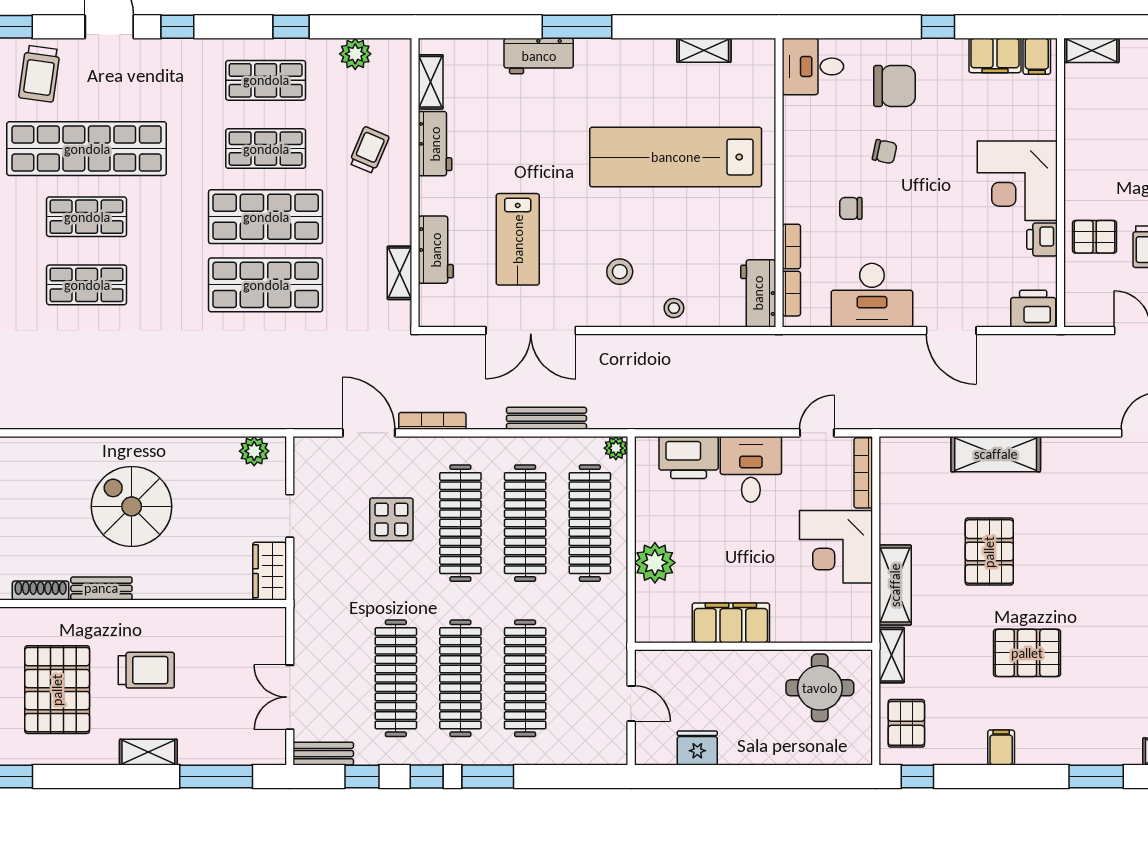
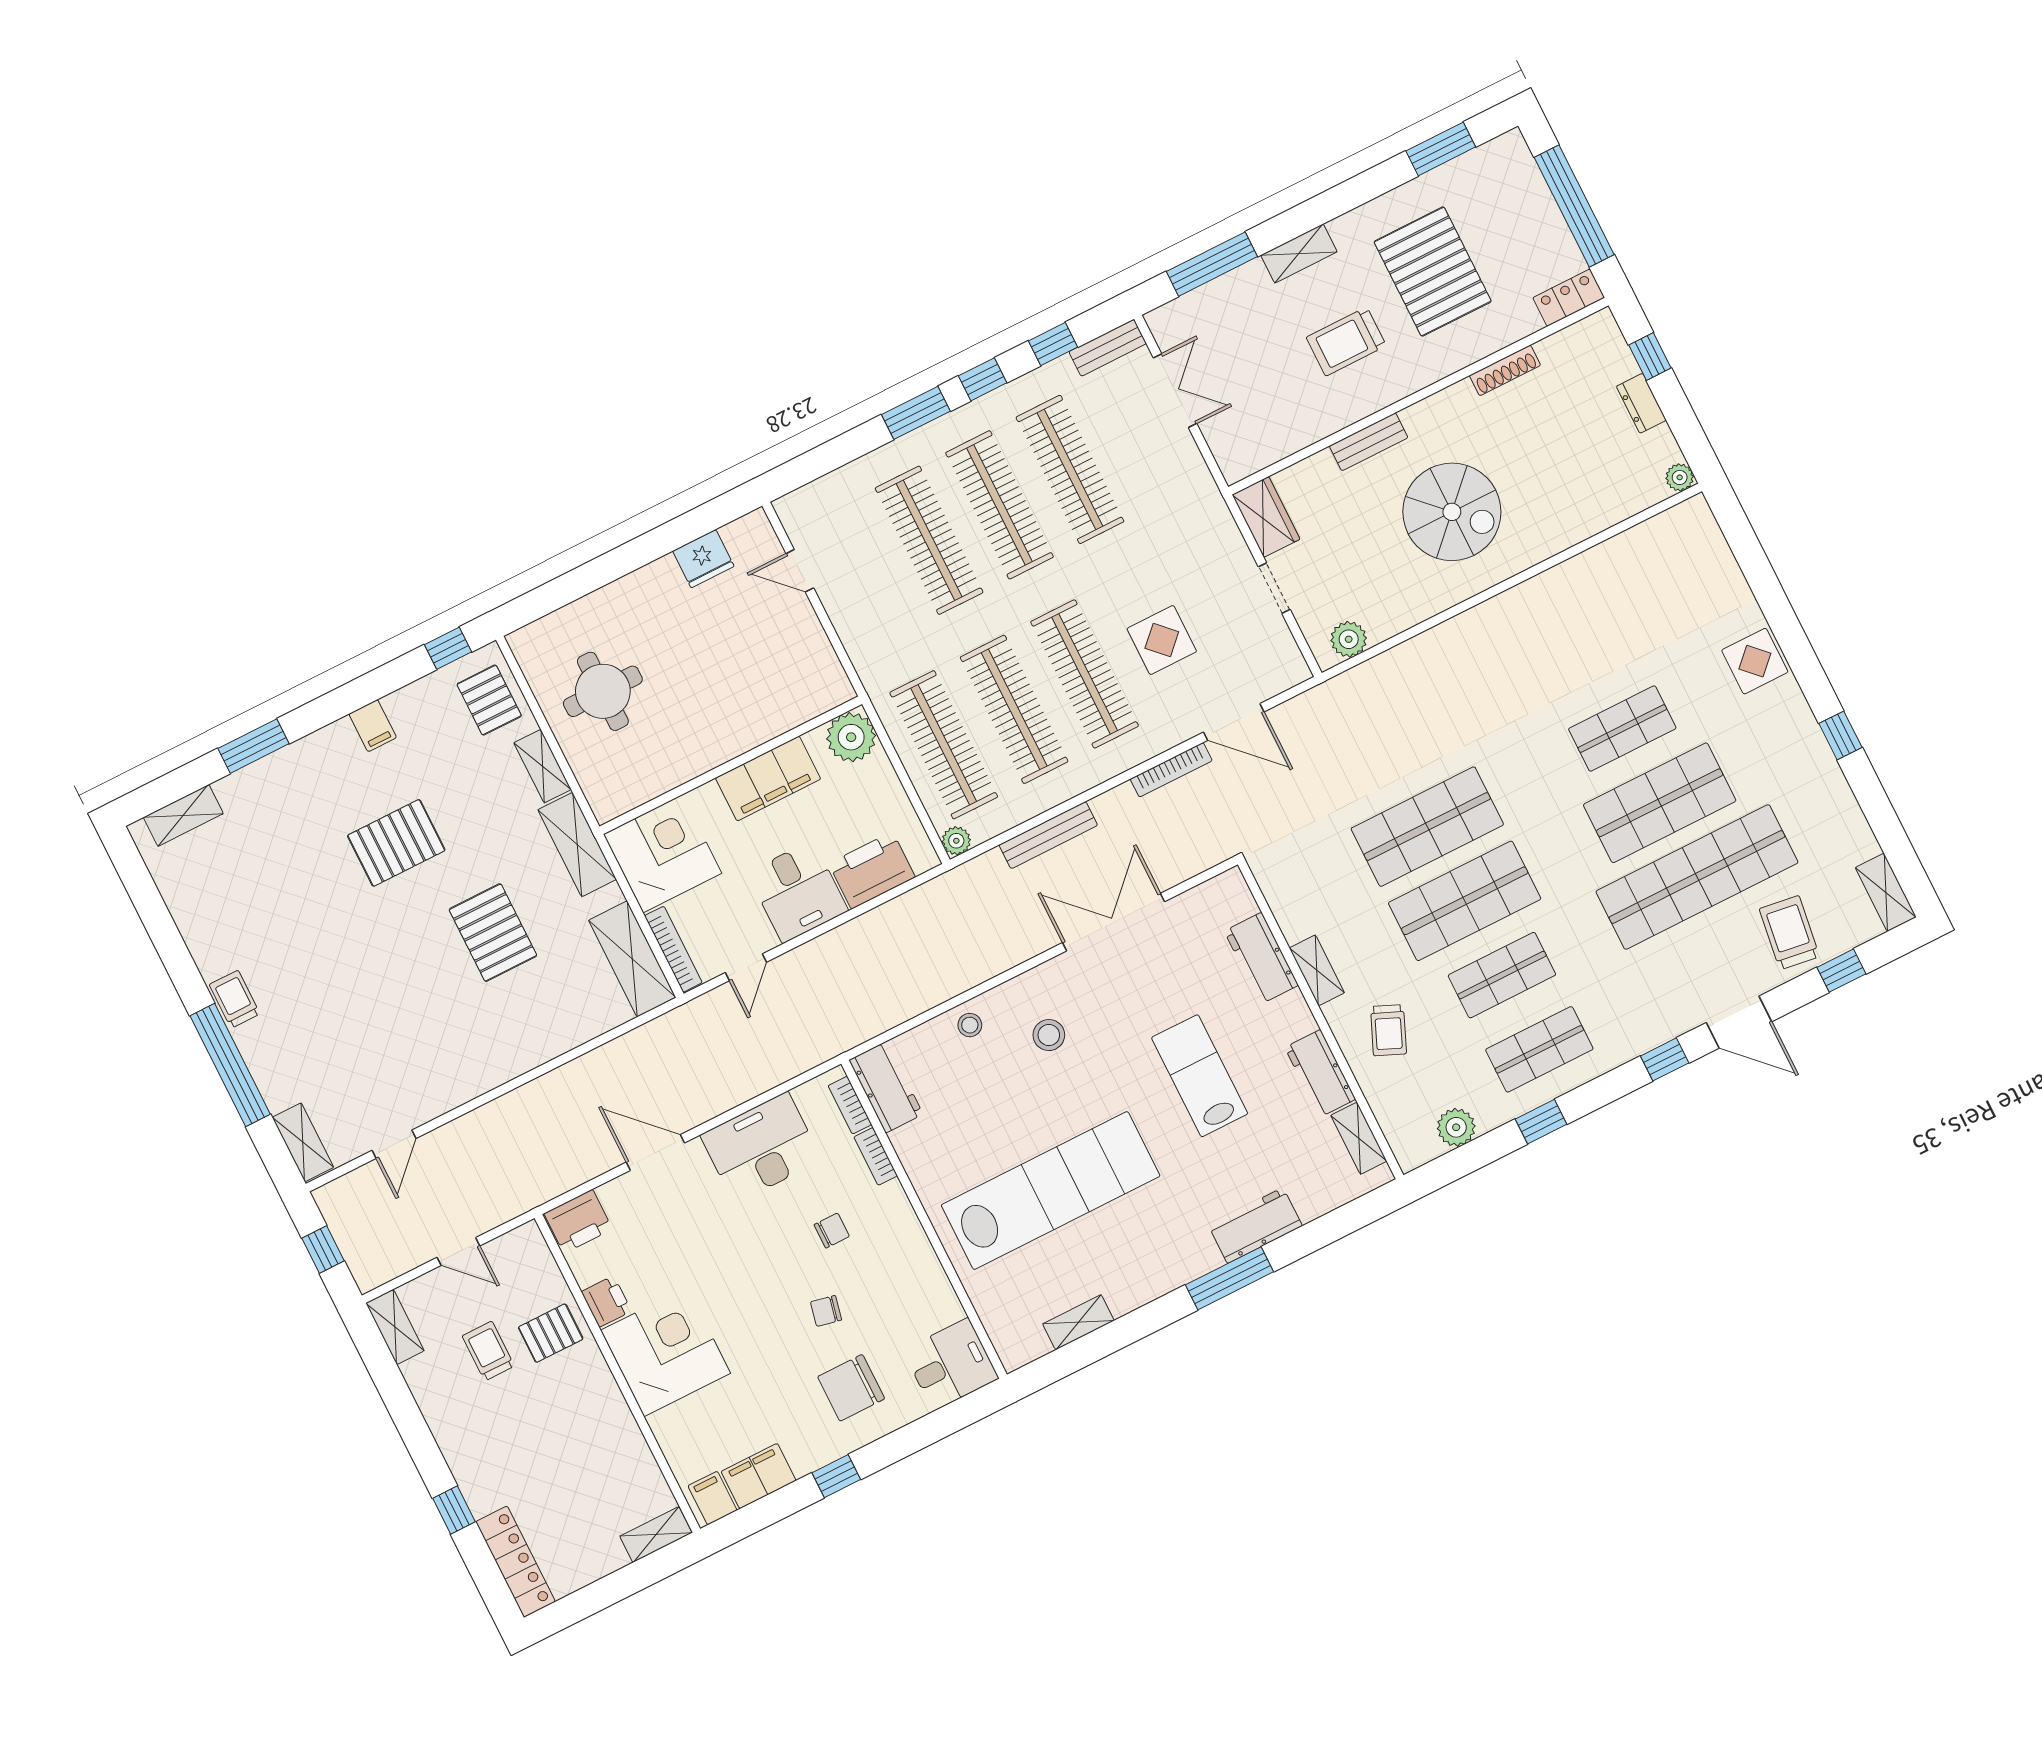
shop shelf: (87, 217) -> (1660, 803), width x1.43, depth x1.36
lab bench: (518, 239) -> (1200, 1076), moved
shelving: (400, 273) -> (1317, 970), moved
shelving: (996, 454) -> (632, 959), moved, turned 90
bench: (101, 588) -> (1369, 442), moved
filing cabinet: (731, 623) -> (768, 778), moved
wall: (753, 646) -> (731, 765), moved

